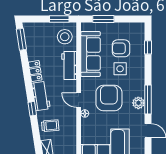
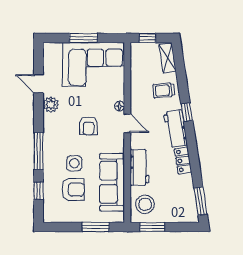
armchair: (109, 98) -> (89, 126), width x0.53, depth x0.53
window: (148, 100) -> (39, 151), moved
plant: (138, 103) -> (51, 105), moved

